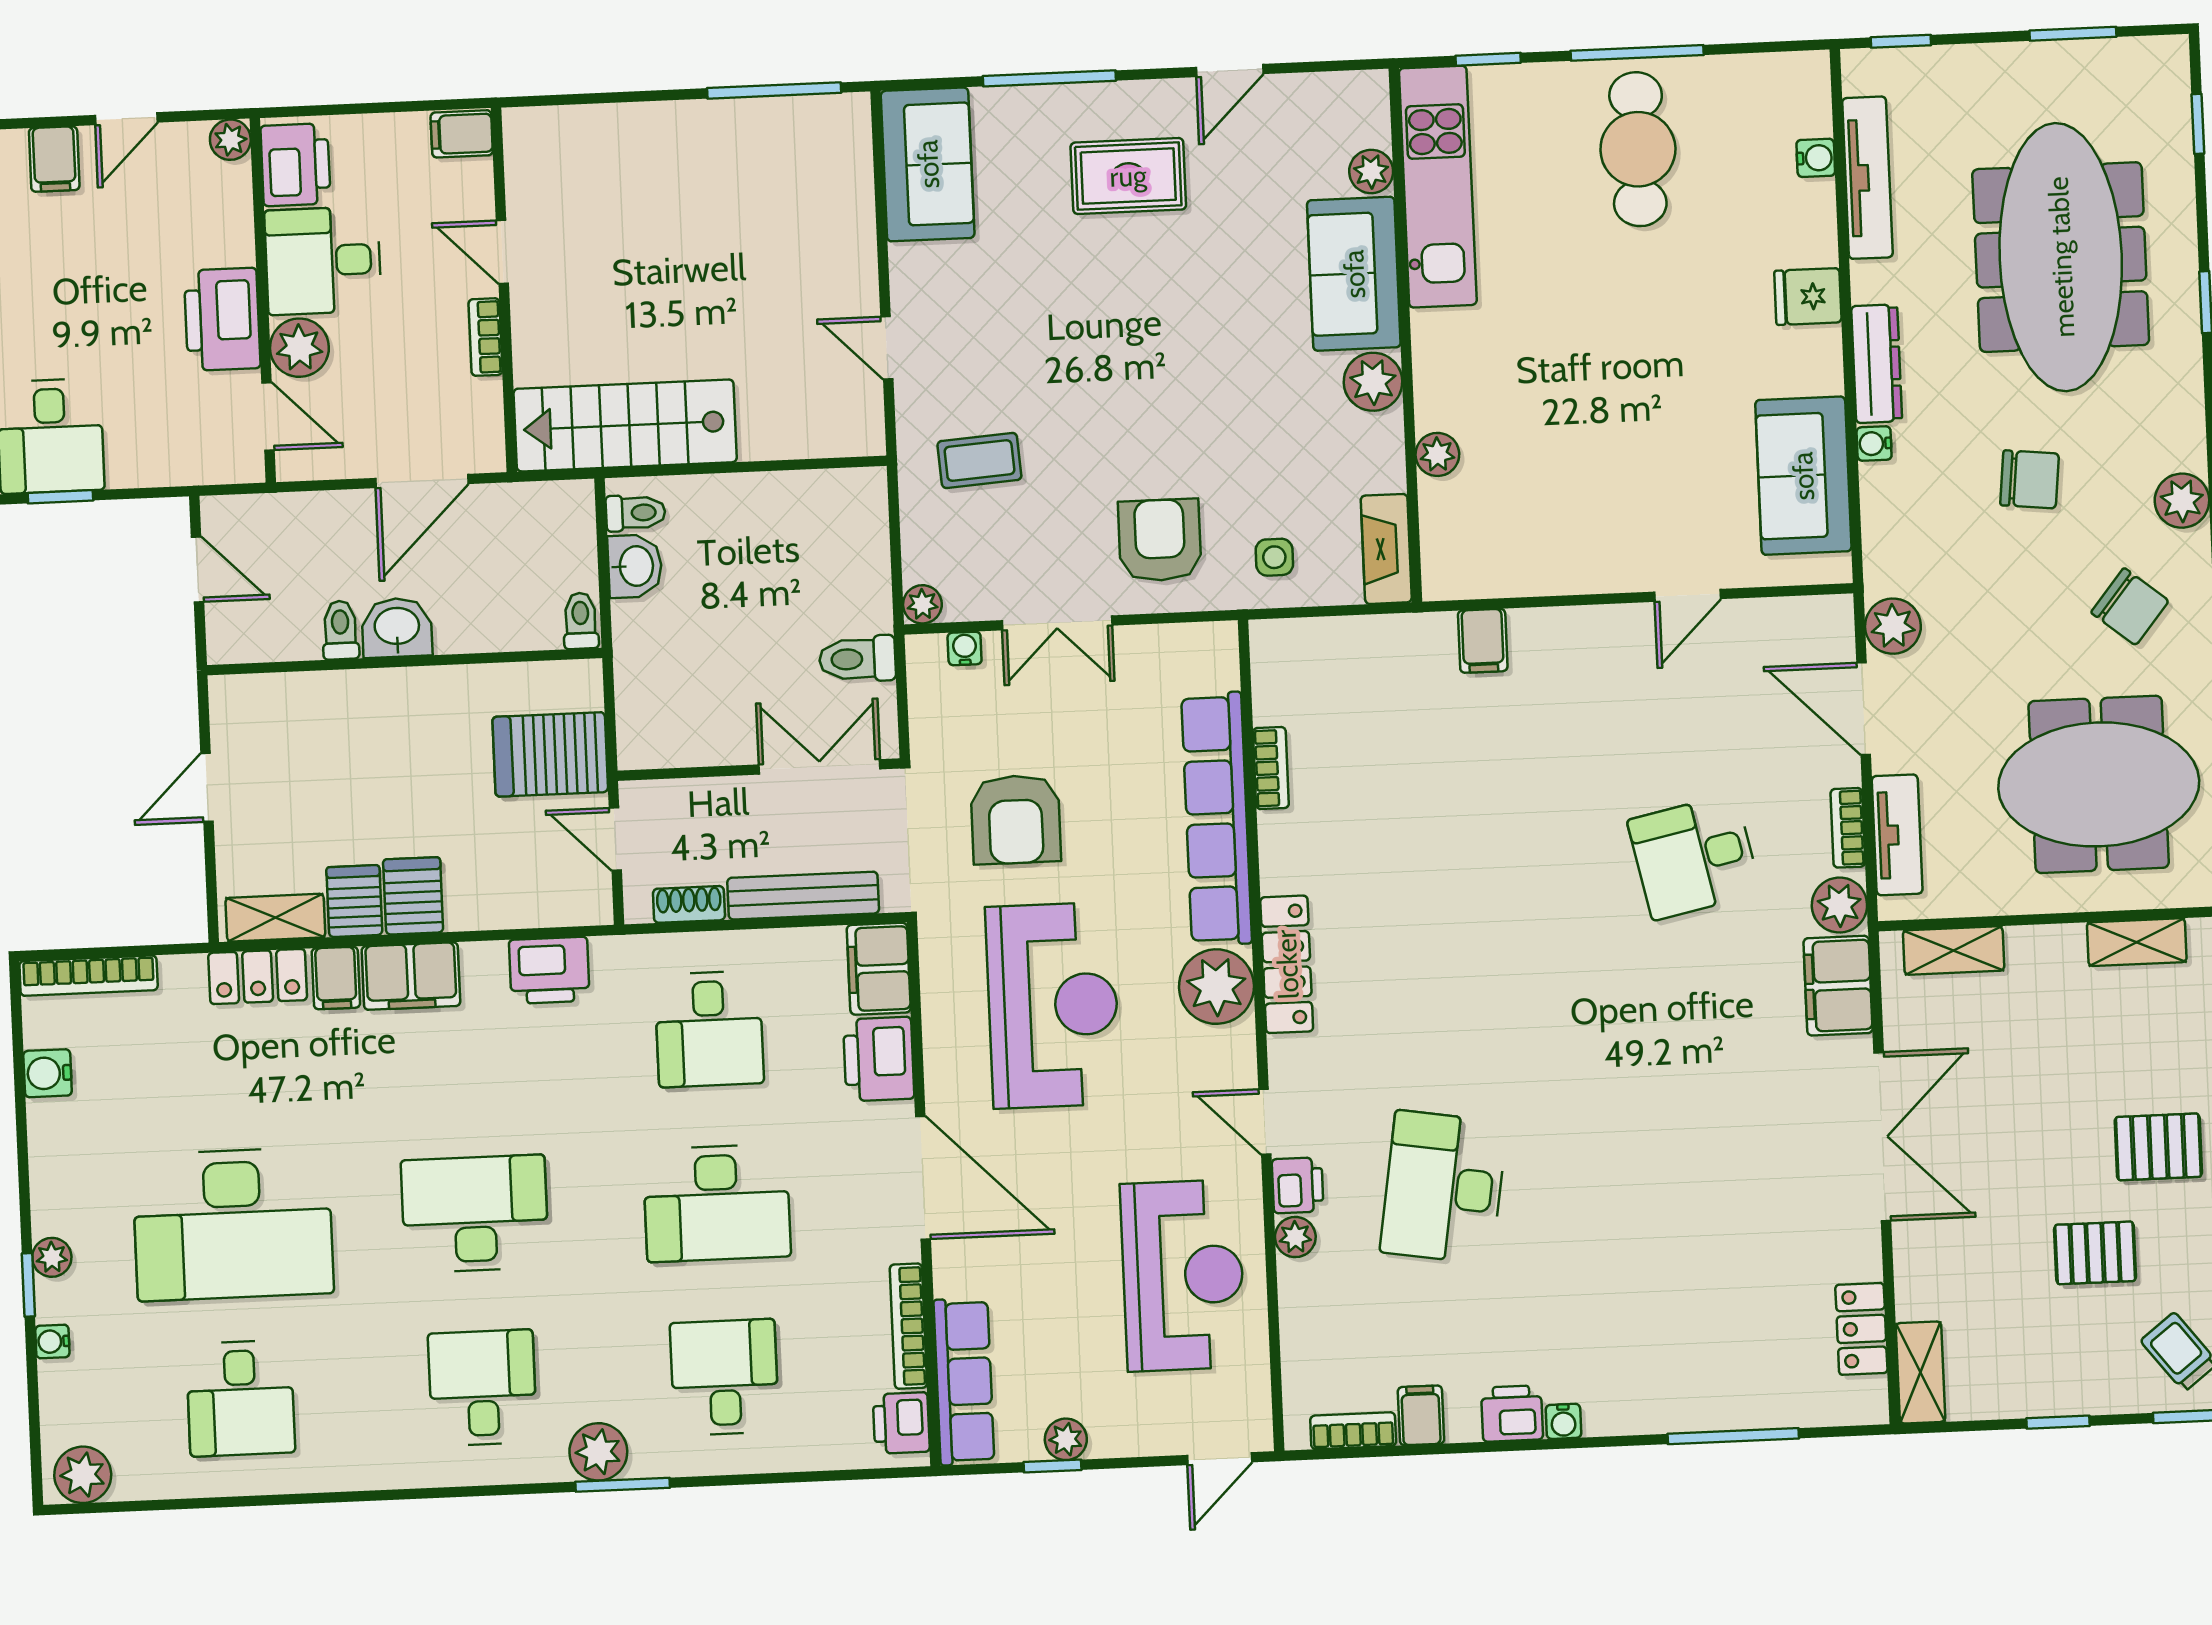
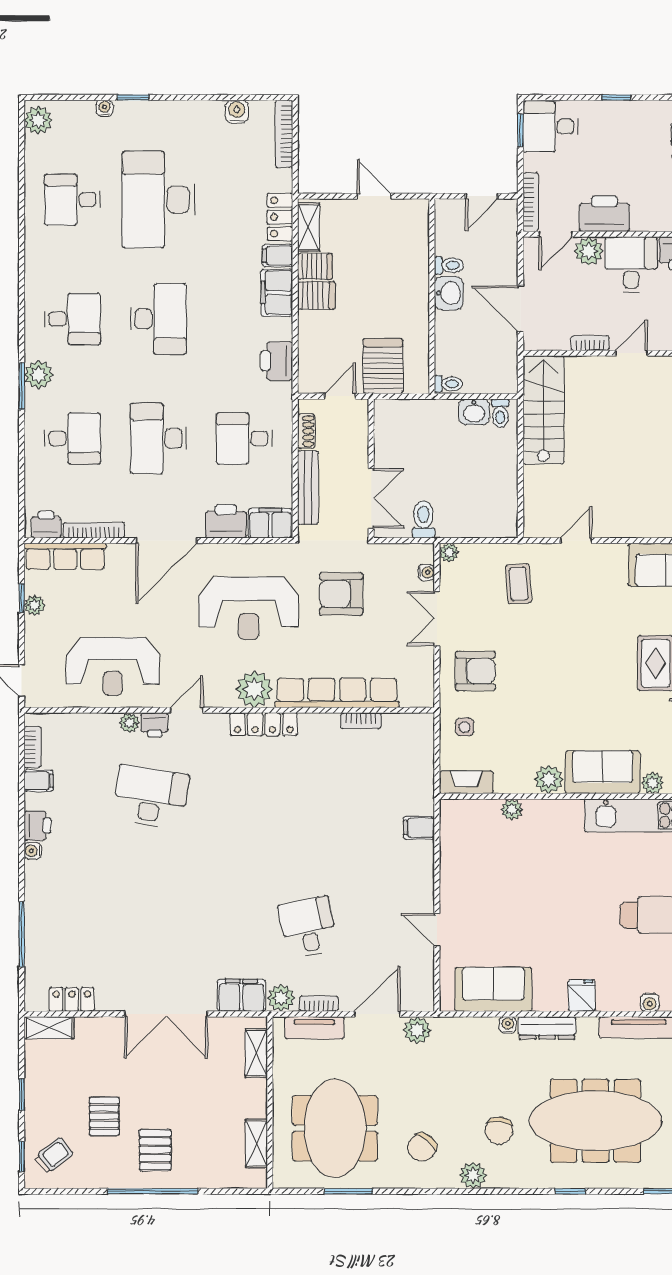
bookcase: (205, 470) -> (531, 202), added
chair: (2030, 479) -> (499, 1131), moved
plant: (52, 1257) -> (146, 110), removed

